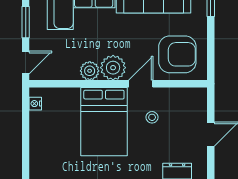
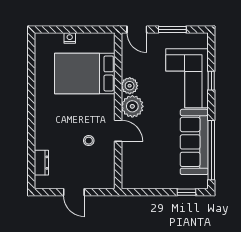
armchair: (177, 54) -> (144, 163), removed
nightstand: (35, 104) -> (70, 38), moved
bed: (104, 122) -> (85, 73), moved

